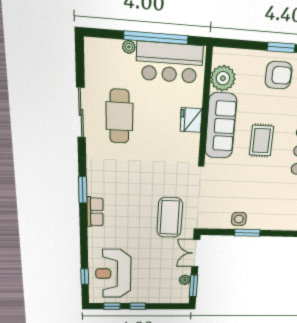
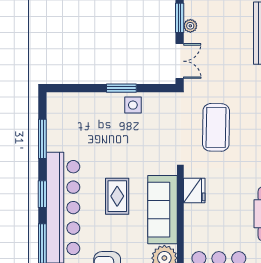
fridge: (191, 120) -> (194, 190), moved
coffee table: (170, 218) -> (216, 127), moved

